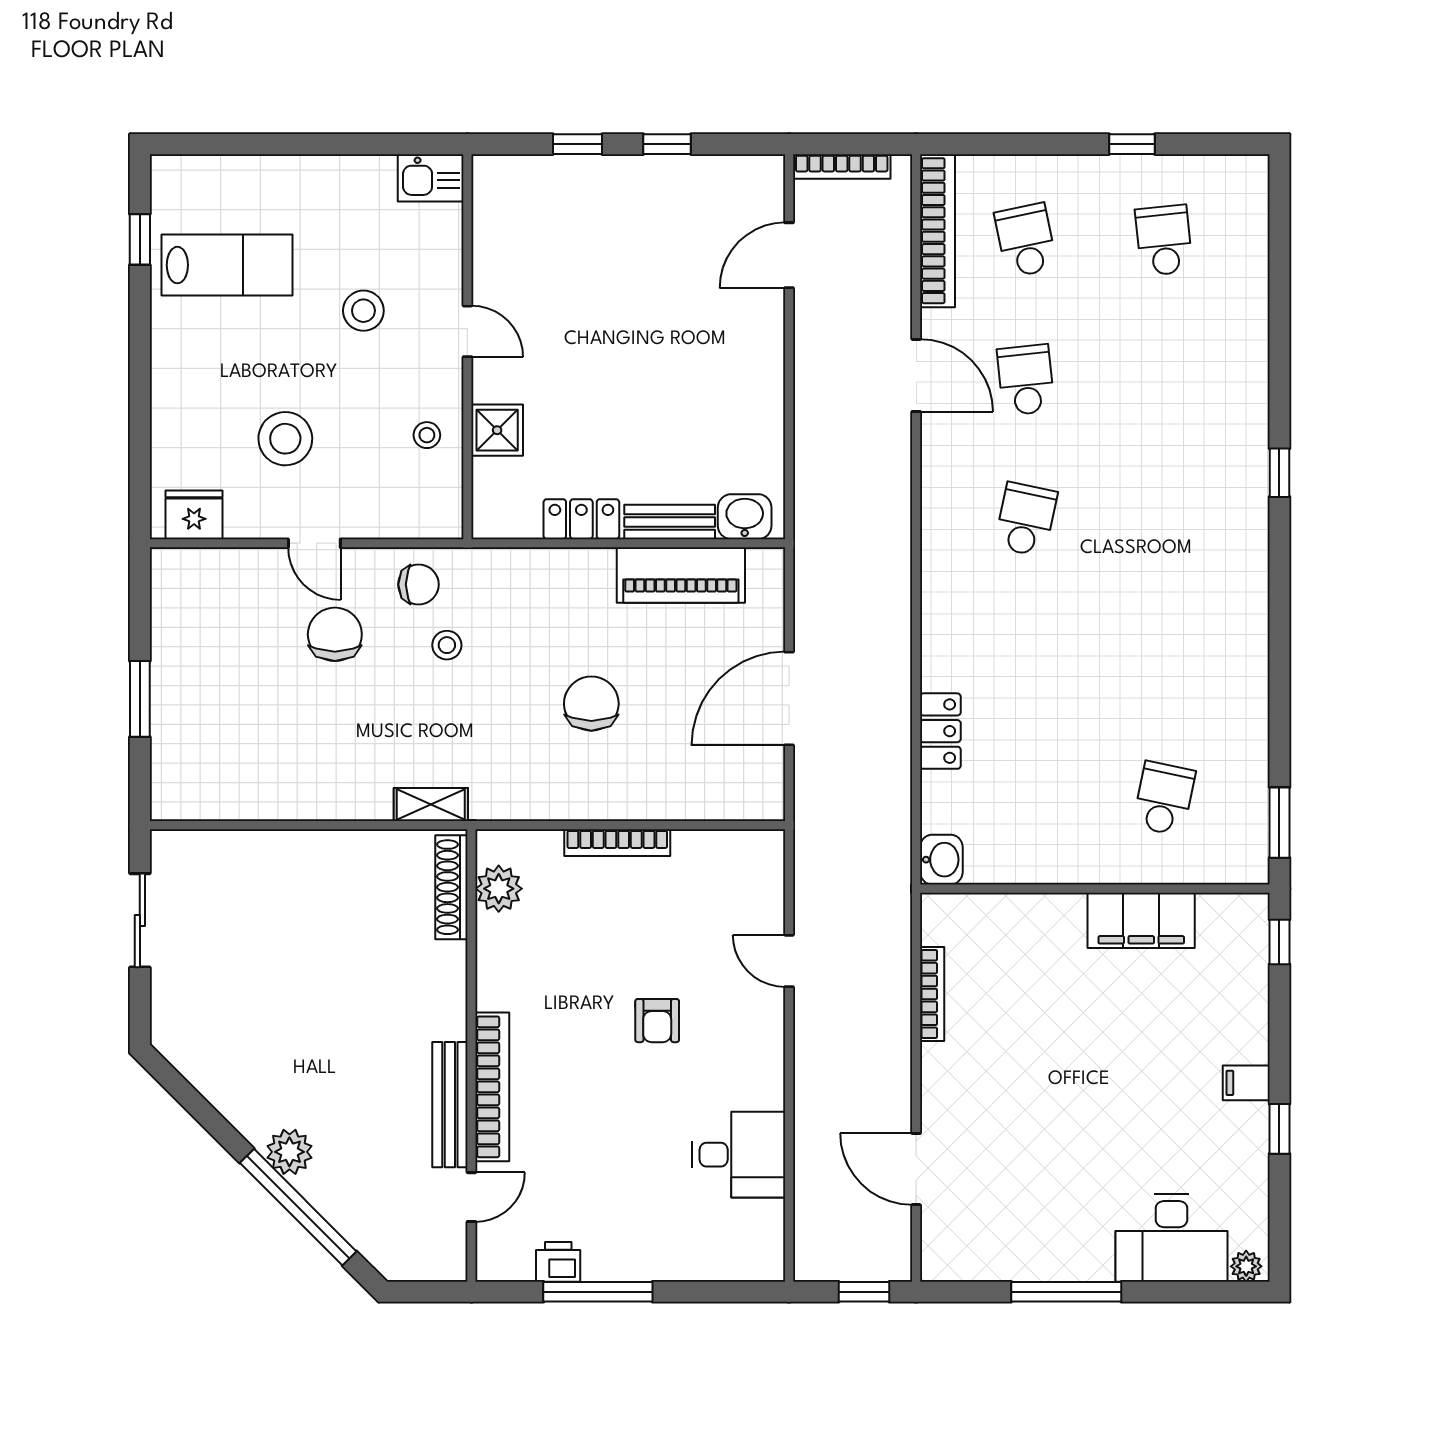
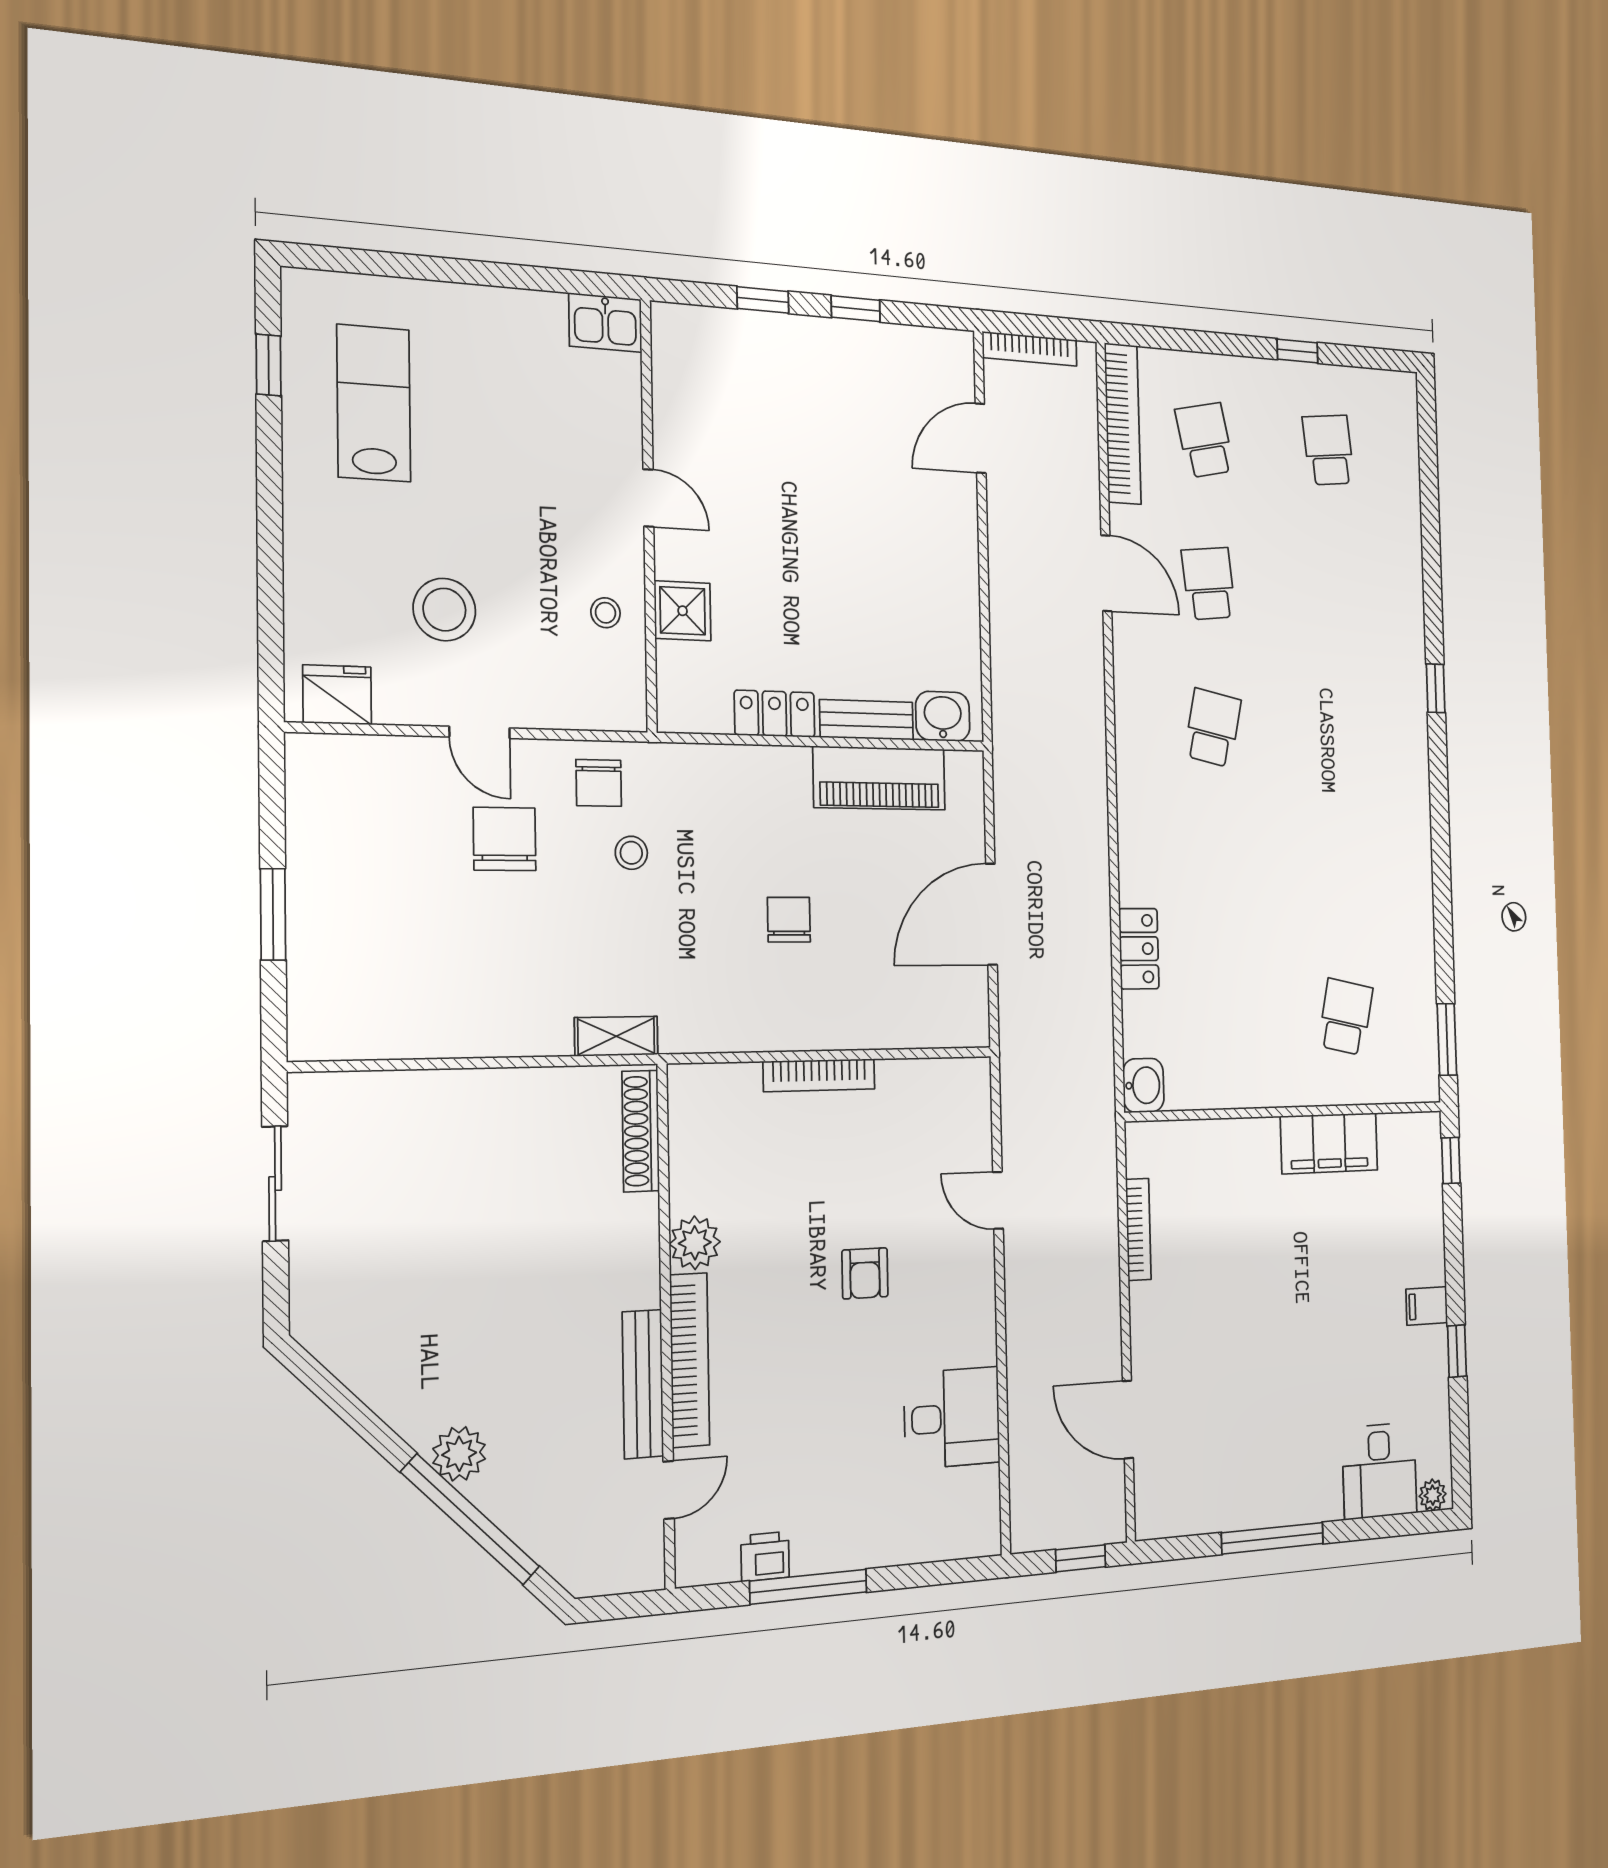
lab bench: (227, 265) -> (374, 403), turned -90
stool: (363, 311) -> (532, 467), removed
chair: (419, 584) -> (599, 783), turned 90
chair: (591, 704) -> (789, 920), width x0.73, depth x0.73
plant: (499, 889) -> (695, 1243), moved
desk: (1171, 1238) -> (1380, 1471), width x0.73

